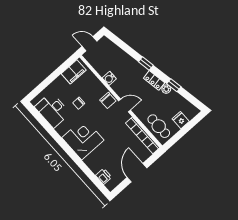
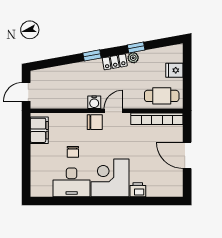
water cooler: (109, 78) -> (94, 102), moved
desk: (52, 110) -> (72, 182), moved
printer: (104, 176) -> (138, 190), moved

